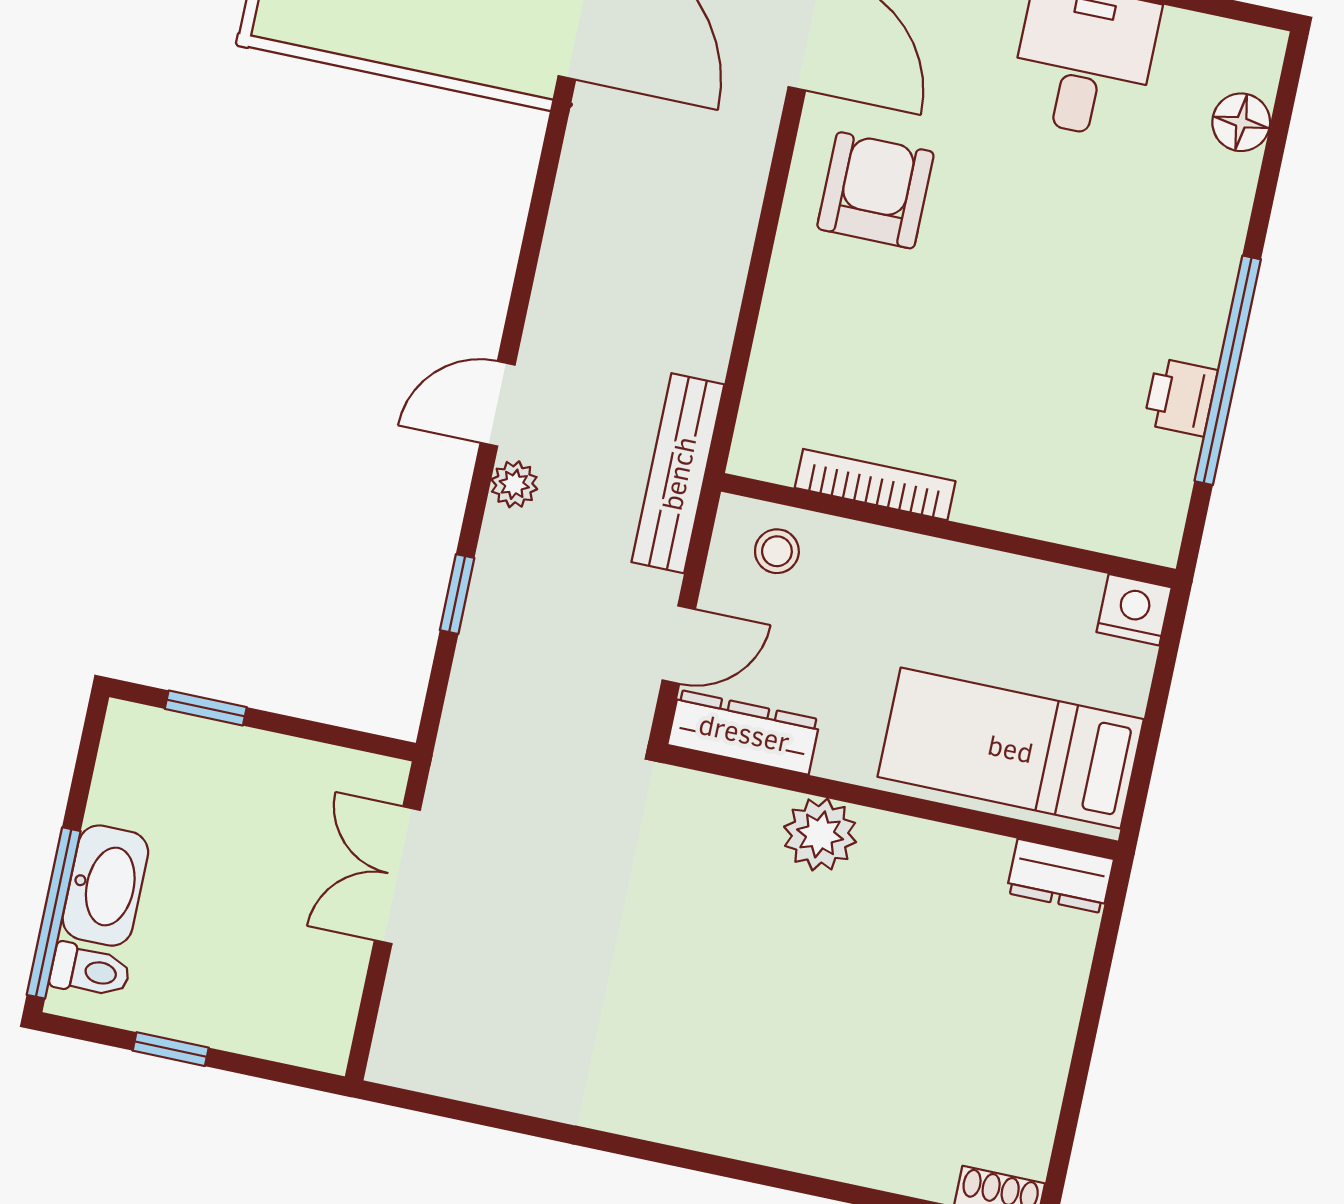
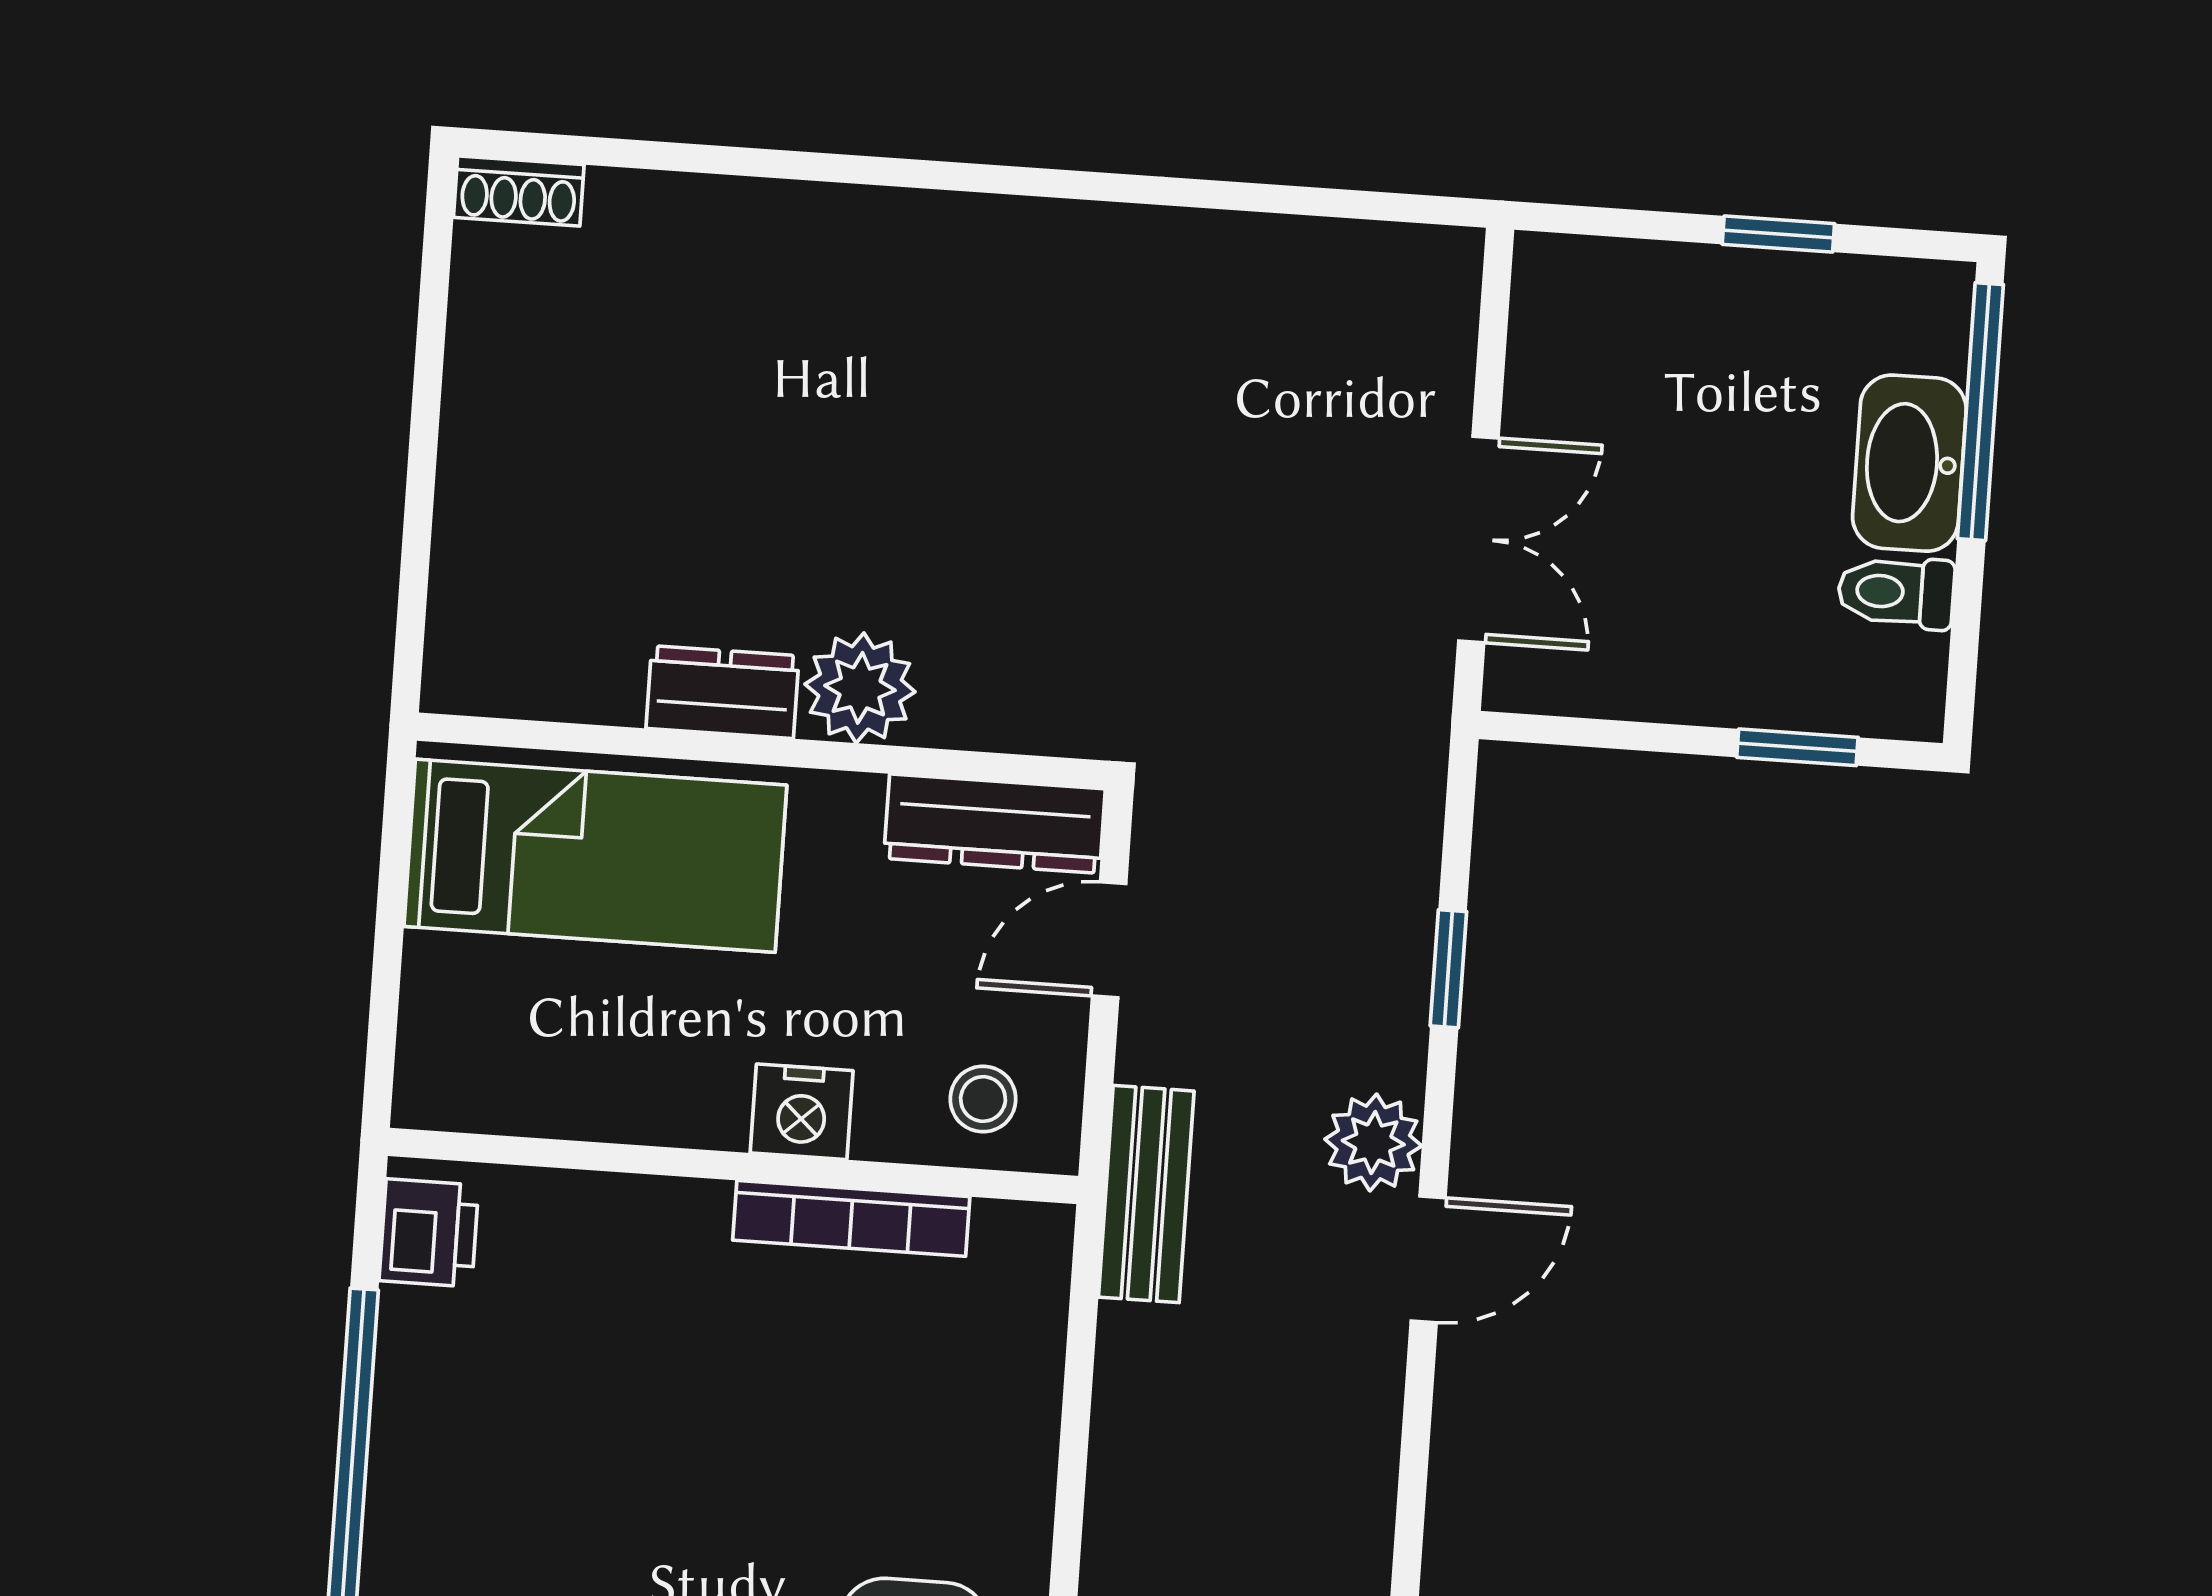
printer: (1181, 397) -> (429, 1233), moved
bench: (678, 473) -> (1146, 1194), width x0.73
plant: (514, 484) -> (1373, 1142), width x1.38, depth x1.38
nightstand: (1134, 610) -> (802, 1112), moved
dresser: (1060, 876) -> (723, 692), moved
toilet: (90, 971) -> (1896, 592), moved

